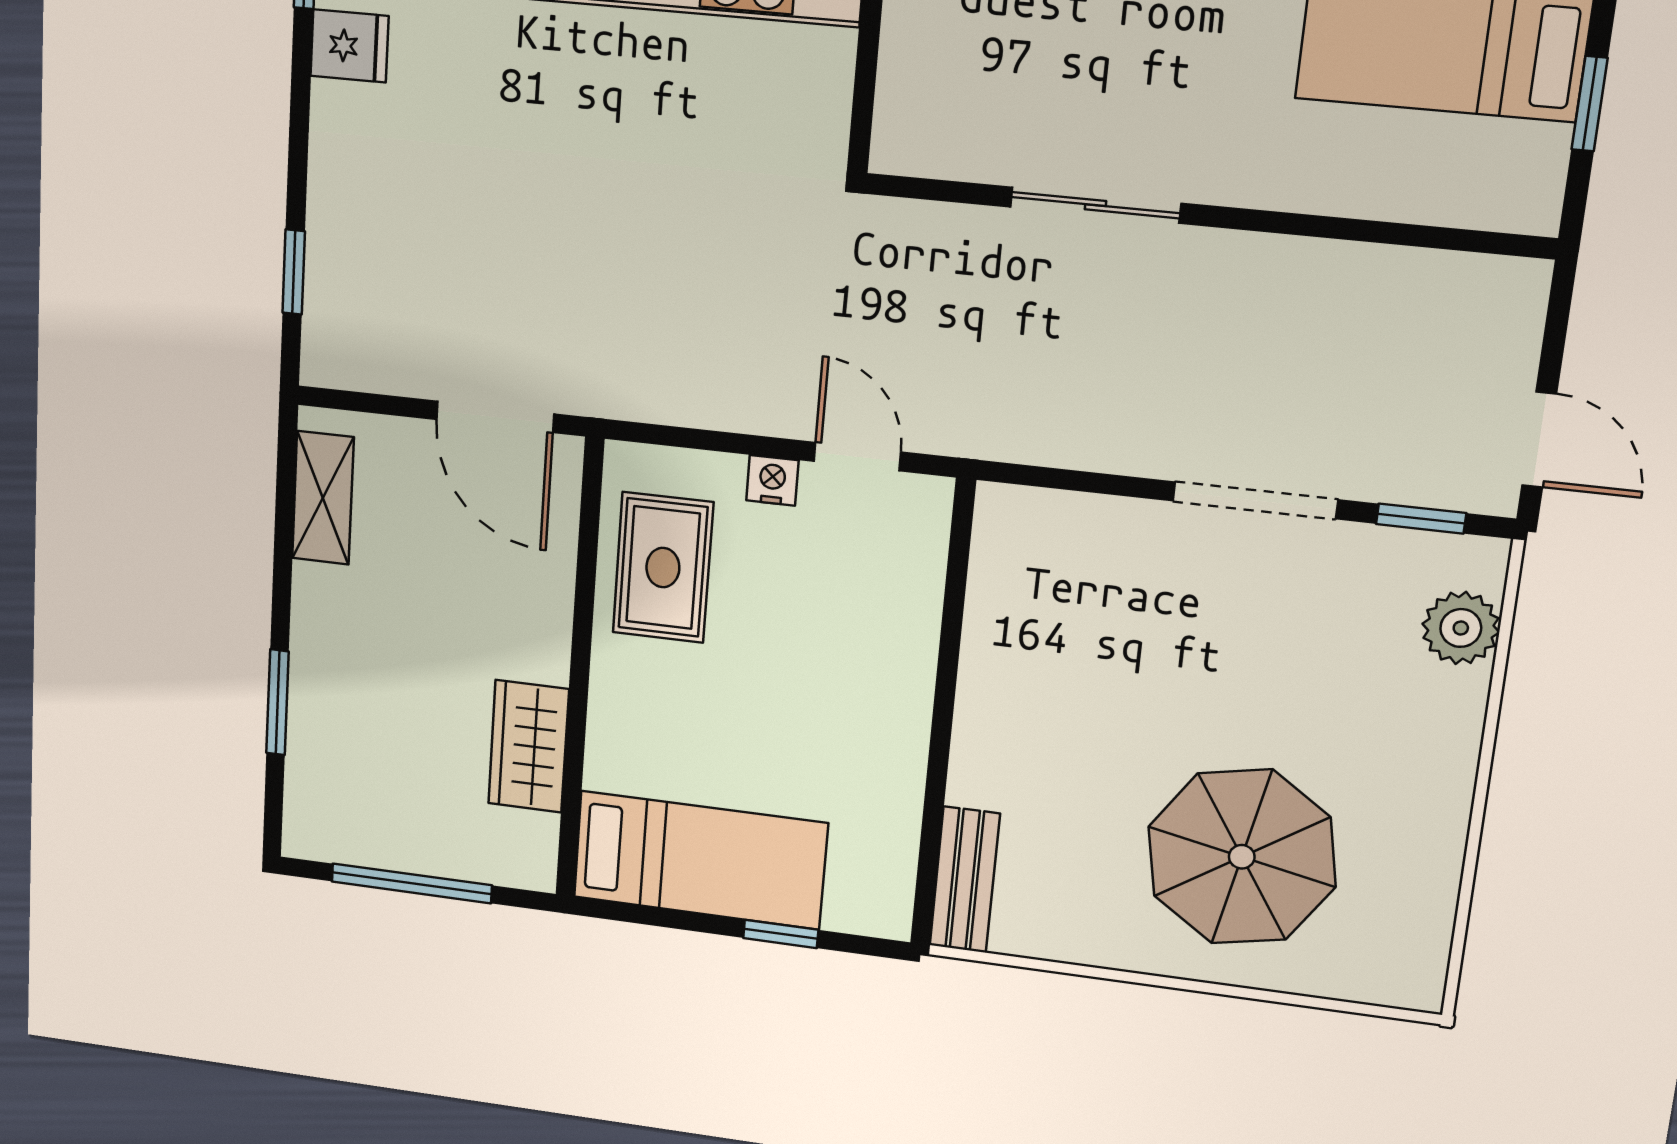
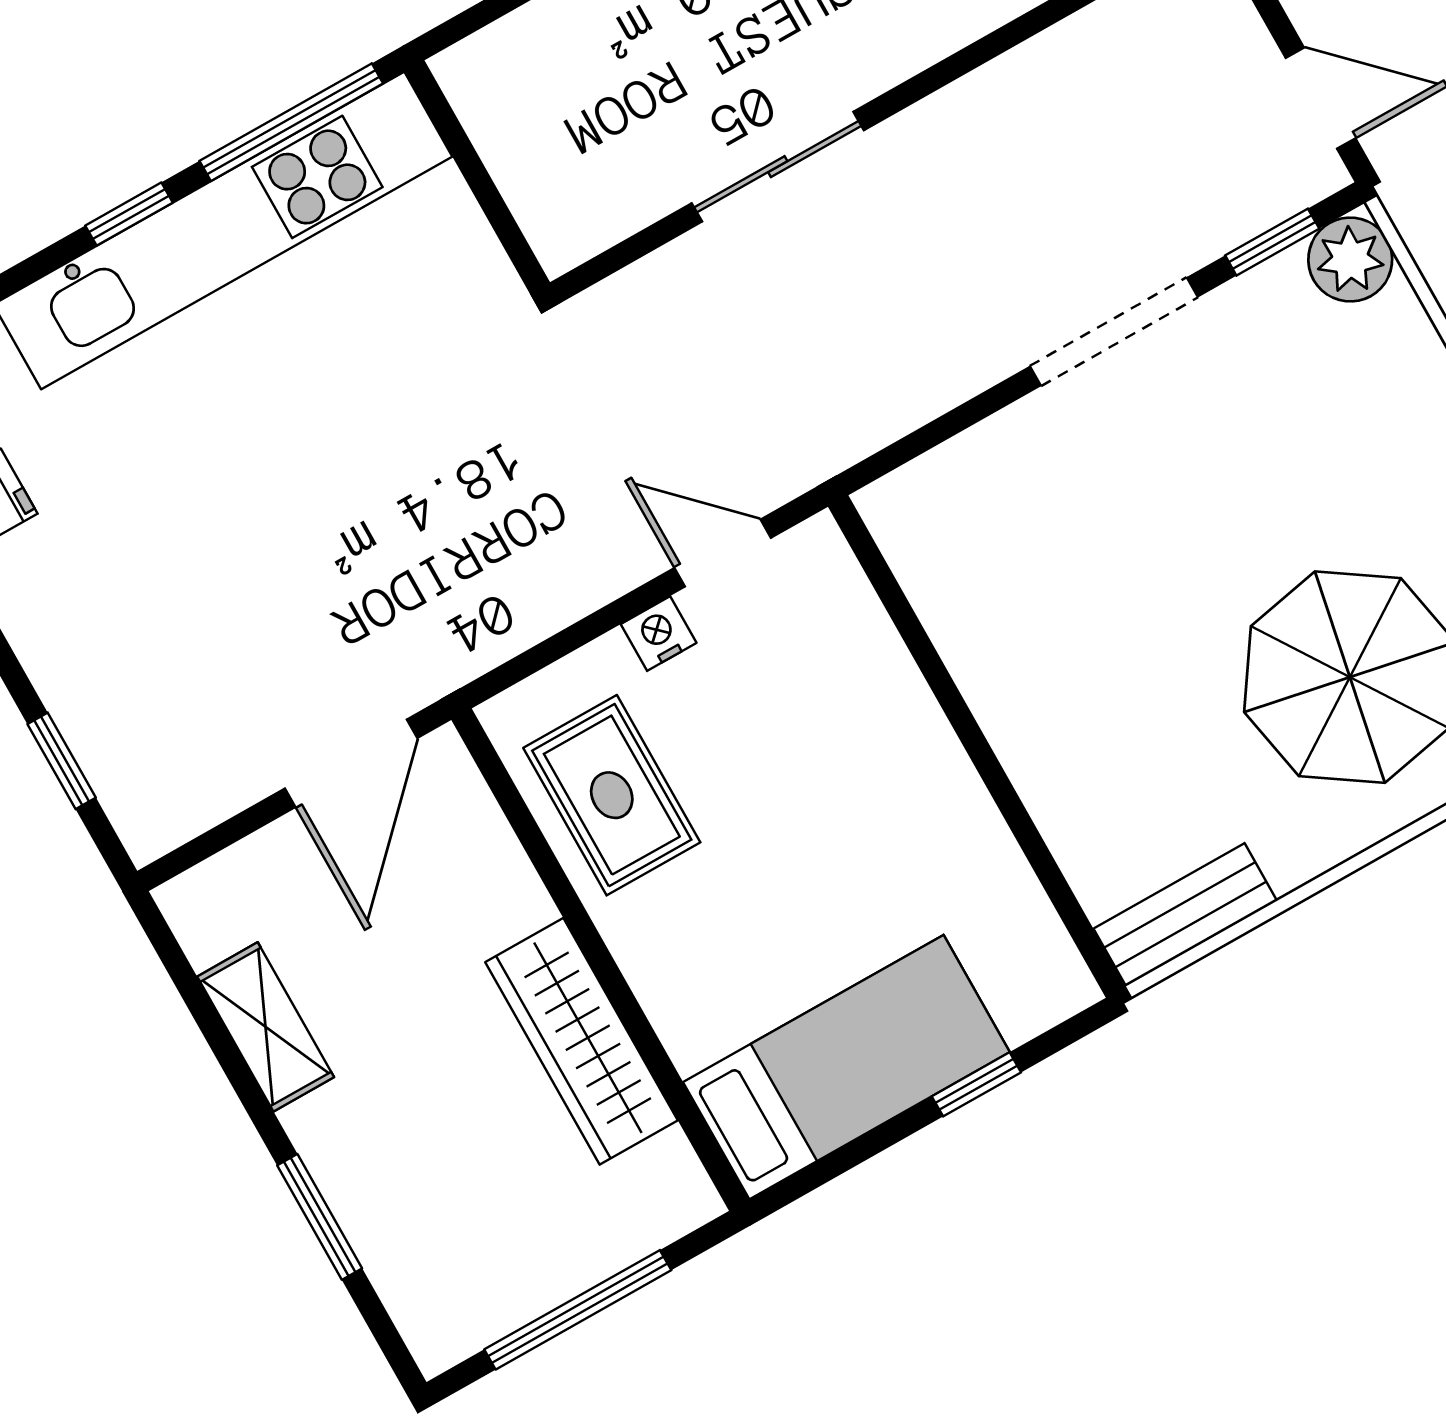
door: (495, 417) -> (351, 763), hinge flipped
shelving: (323, 498) -> (266, 1027), moved
plant: (1461, 628) -> (1350, 259), moved
wardrobe: (528, 746) -> (582, 1041), width x1.50
bench: (965, 880) -> (1185, 915), moved, turned 90

